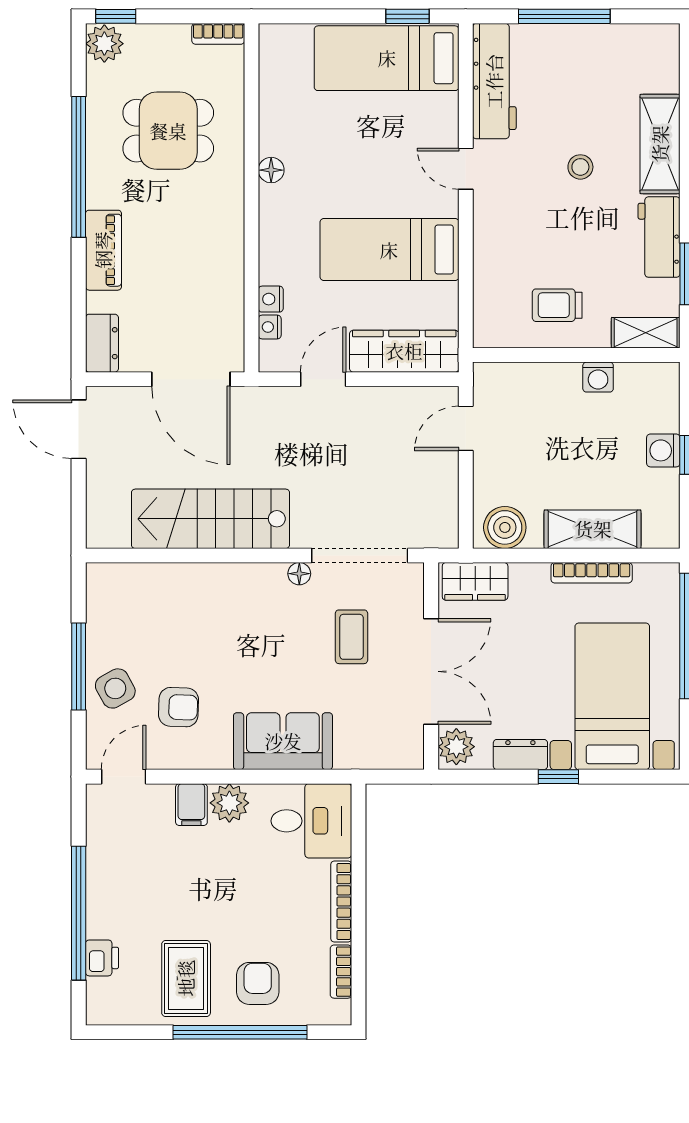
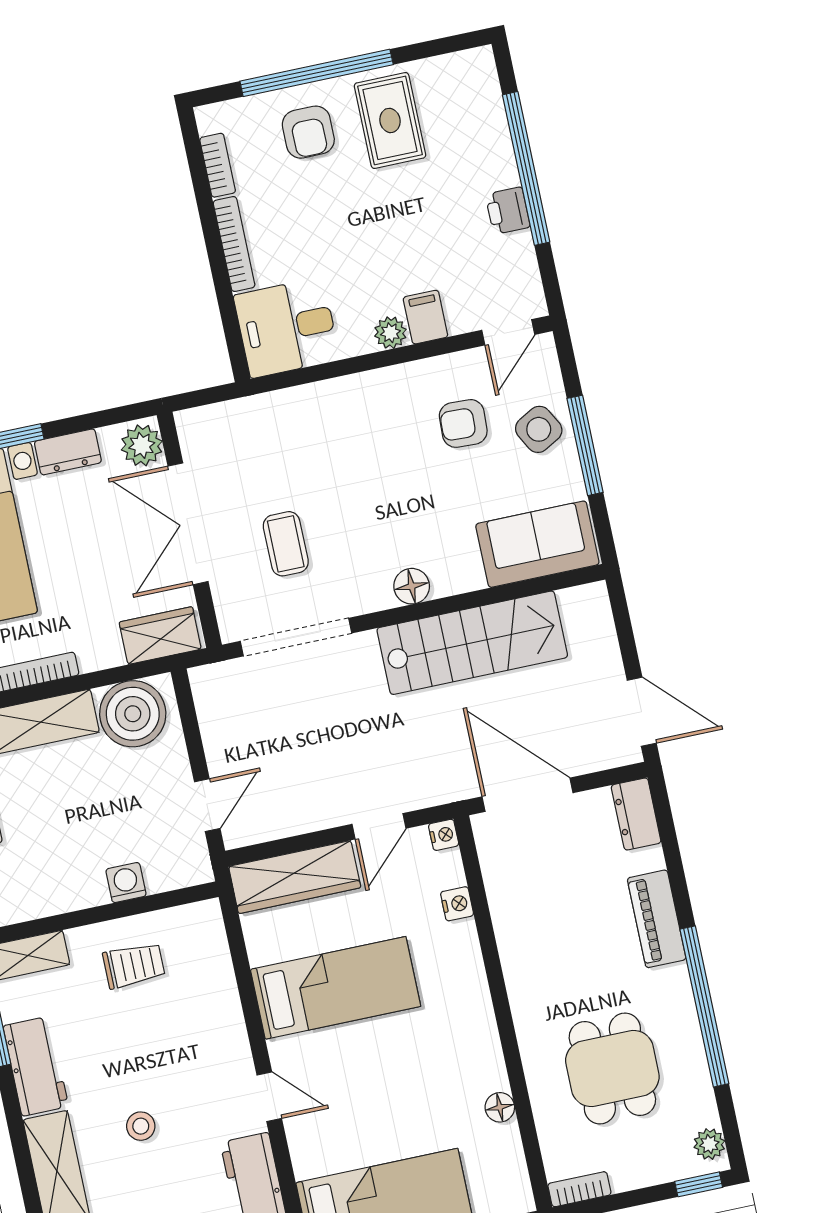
plant: (104, 44) -> (709, 1144), width x0.73, depth x0.73
dining table: (168, 131) -> (612, 1069), turned 90
floor lamp: (271, 170) -> (500, 1107), moved
nightstand: (270, 327) -> (444, 835), moved
washing machine: (598, 377) -> (126, 883), moved
boiler: (505, 527) -> (133, 714), width x1.37, depth x1.37
floor lamp: (299, 574) -> (412, 586), moved, width x1.37, depth x1.37
sofa: (283, 741) -> (537, 544), moved, turned 180
plant: (229, 803) -> (390, 333), width x0.73, depth x0.73
printer: (102, 958) -> (508, 211), moved

